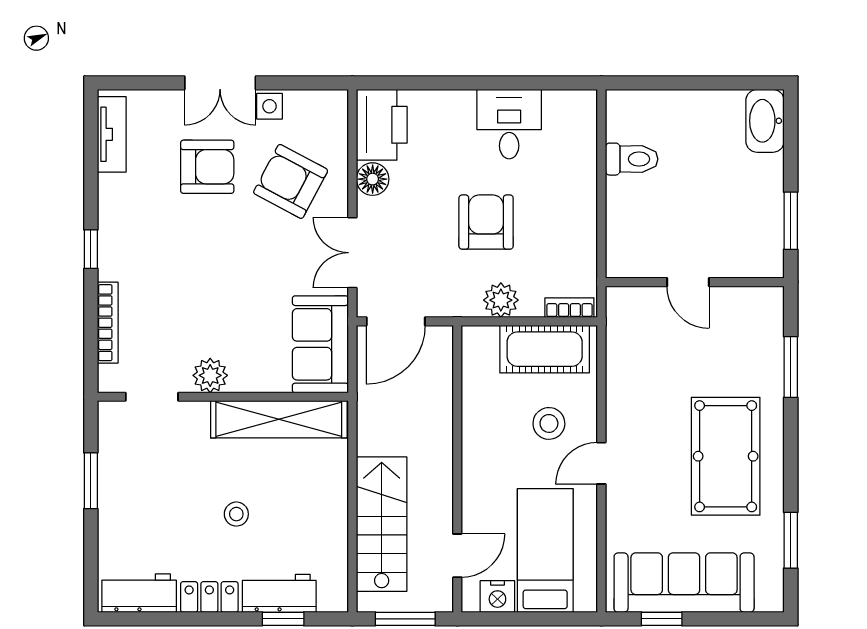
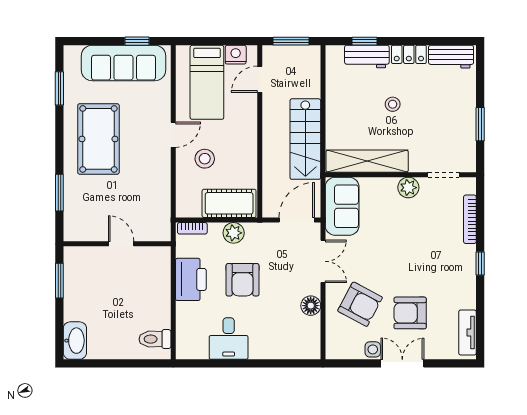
printer: (382, 125) -> (191, 279), moved, turned 180
toilet: (632, 159) -> (155, 339), moved
cot: (545, 349) -> (229, 203), moved
stairs: (382, 524) -> (305, 139), moved

